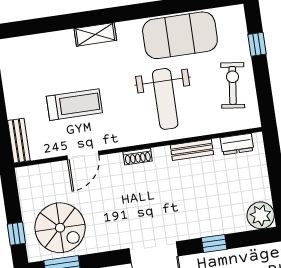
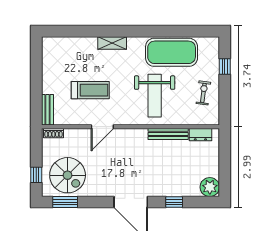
exercise bike: (233, 85) -> (203, 93), width x0.73, depth x0.72
bench: (192, 150) -> (168, 134), width x1.36
door: (83, 155) -> (102, 127), moved
shoe rack: (138, 156) -> (53, 133), moved

